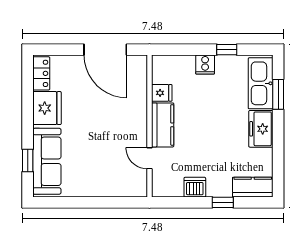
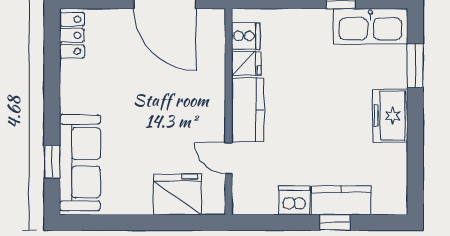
cooker: (205, 65) -> (246, 36), moved, turned -90
kitchen sink: (261, 83) -> (370, 26), moved, turned -90
fridge: (47, 108) -> (177, 194), moved, turned -90
kitchen counter: (253, 187) -> (341, 200), moved

